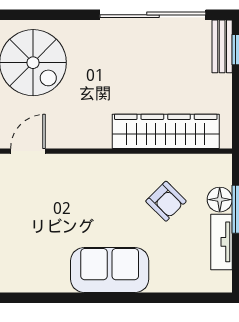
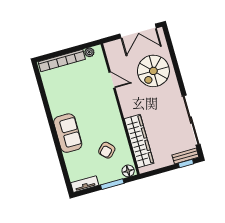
floor lamp: (220, 200) -> (128, 171), moved
tv unit: (222, 242) -> (85, 184), moved

